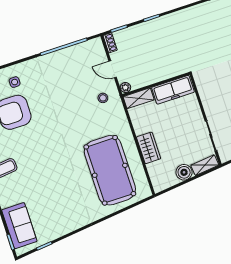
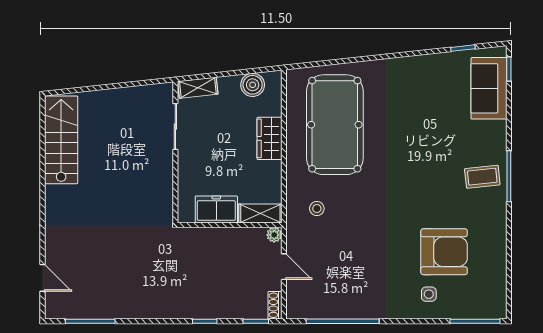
freezer: (173, 90) -> (216, 209), width x0.71
stool: (103, 98) -> (317, 209), moved
boiler: (184, 172) -> (253, 85), moved

